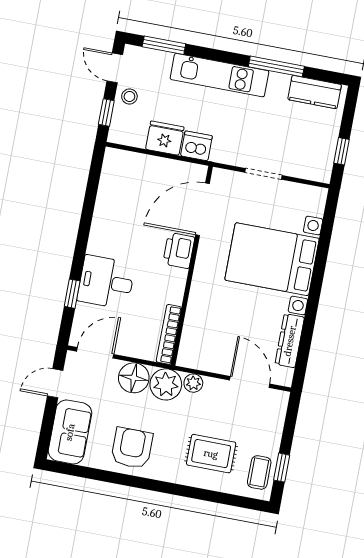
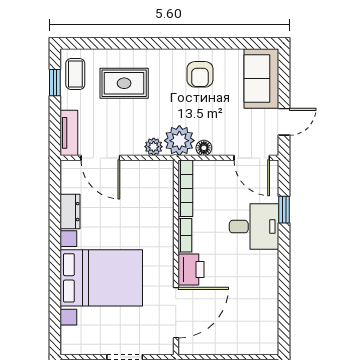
bookcase: (178, 287) -> (185, 235), added
dresser: (290, 341) -> (70, 212), width x0.70
door: (95, 353) -> (252, 158), hinge flipped
floor lamp: (134, 378) -> (204, 148), width x0.53, depth x0.53
tv unit: (277, 414) -> (69, 133), added
armchair: (132, 448) -> (200, 74), width x0.72, depth x0.72

